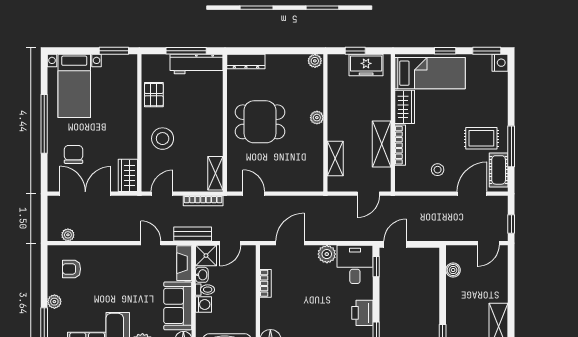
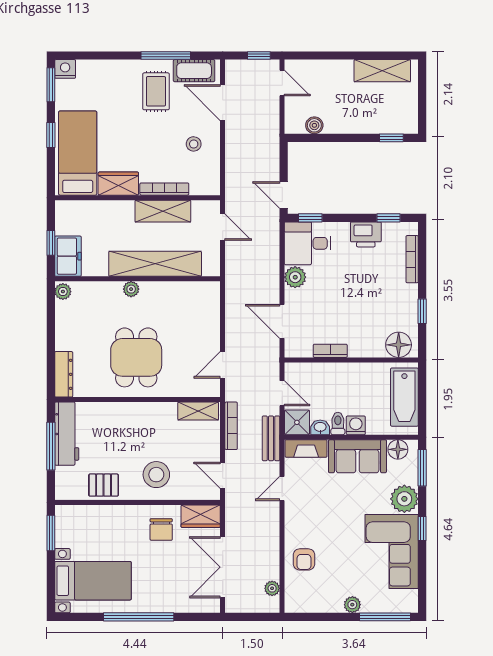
freezer: (366, 65) -> (68, 256), moved
chair: (73, 154) -> (161, 529), moved, turned -90
shelving: (335, 158) -> (155, 264), width x2.20, depth x1.33
armchair: (72, 269) -> (304, 559), moved

